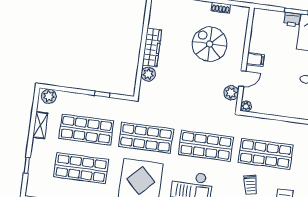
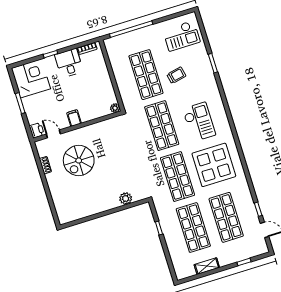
printer: (292, 20) -> (37, 130), moved
wardrobe: (152, 47) -> (103, 205), removed
door: (242, 79) -> (53, 134), moved
plant: (231, 93) -> (110, 125), removed
plant: (49, 96) -> (181, 270), removed

